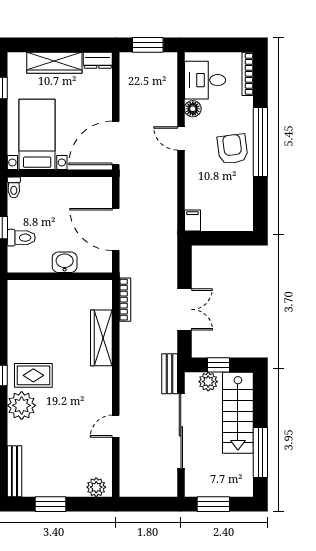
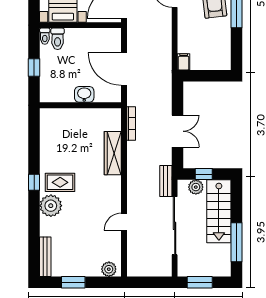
toilet: (21, 238) -> (58, 39), moved, turned 90

